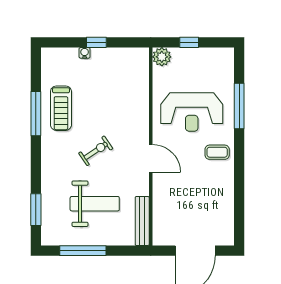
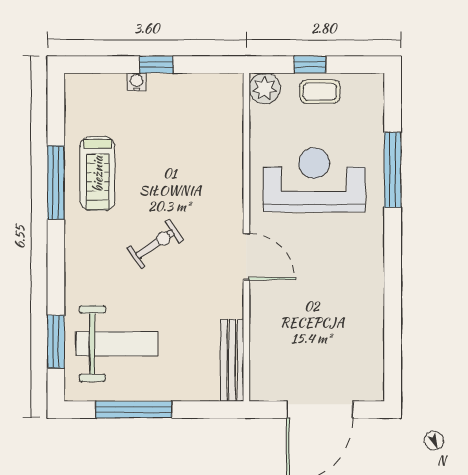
reception desk: (192, 112) -> (314, 180), turned 180
coffee table: (217, 152) -> (320, 92), moved
weight bench: (95, 204) -> (117, 344), moved

